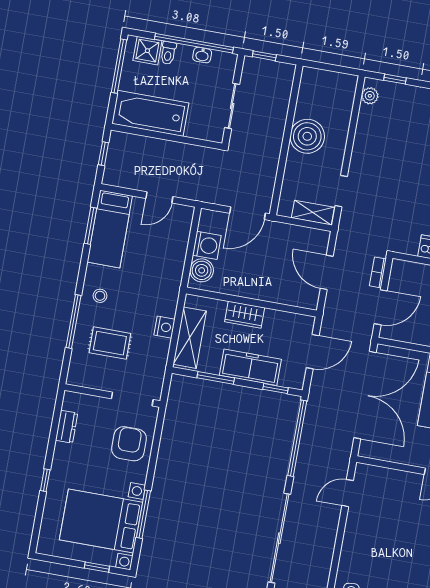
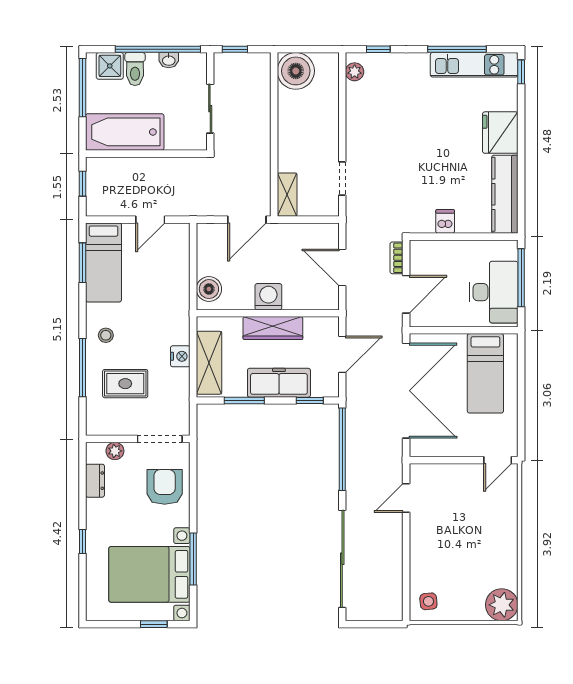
toilet: (168, 53) -> (135, 69), width x1.37, depth x1.39
boiler: (307, 136) -> (296, 71), moved
shelving: (313, 213) -> (287, 195), moved, turned 90
washing machine: (207, 245) -> (268, 297), moved, turned -90
wardrobe: (245, 315) -> (273, 328), width x1.50
plant: (90, 403) -> (115, 451), added

